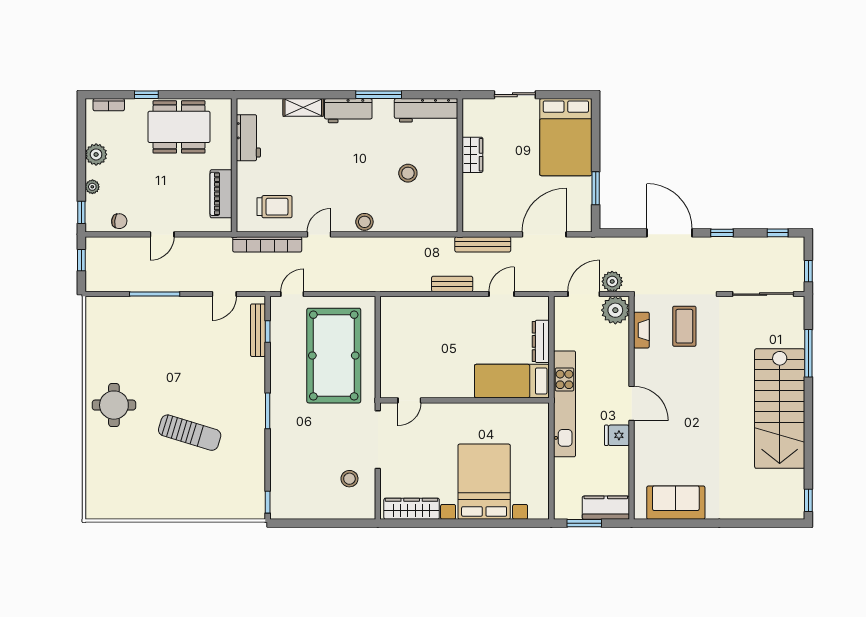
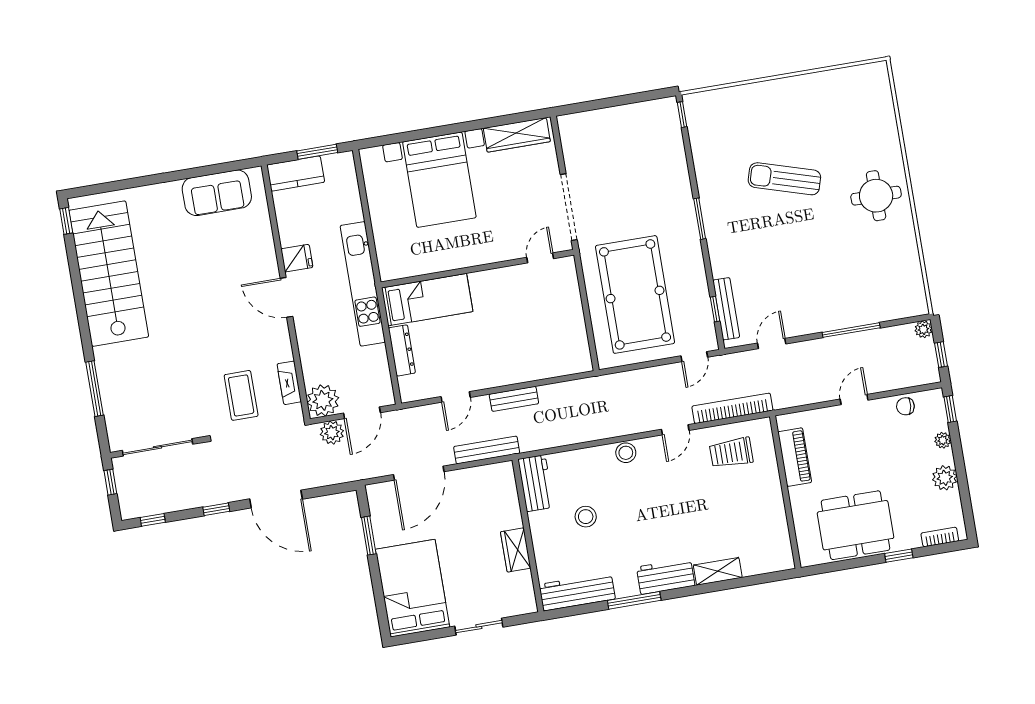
workbench: (248, 138) -> (536, 483), moved, turned 180
plant: (93, 284) -> (923, 329), added
stairs: (780, 409) -> (109, 274), moved
stool: (349, 479) -> (593, 157), removed

